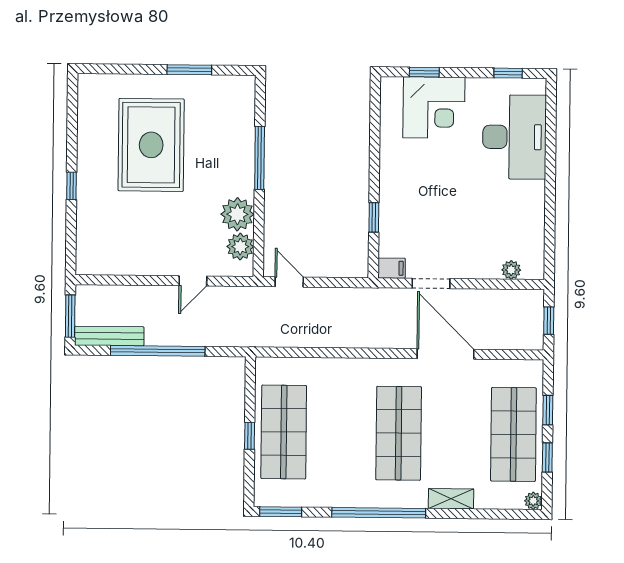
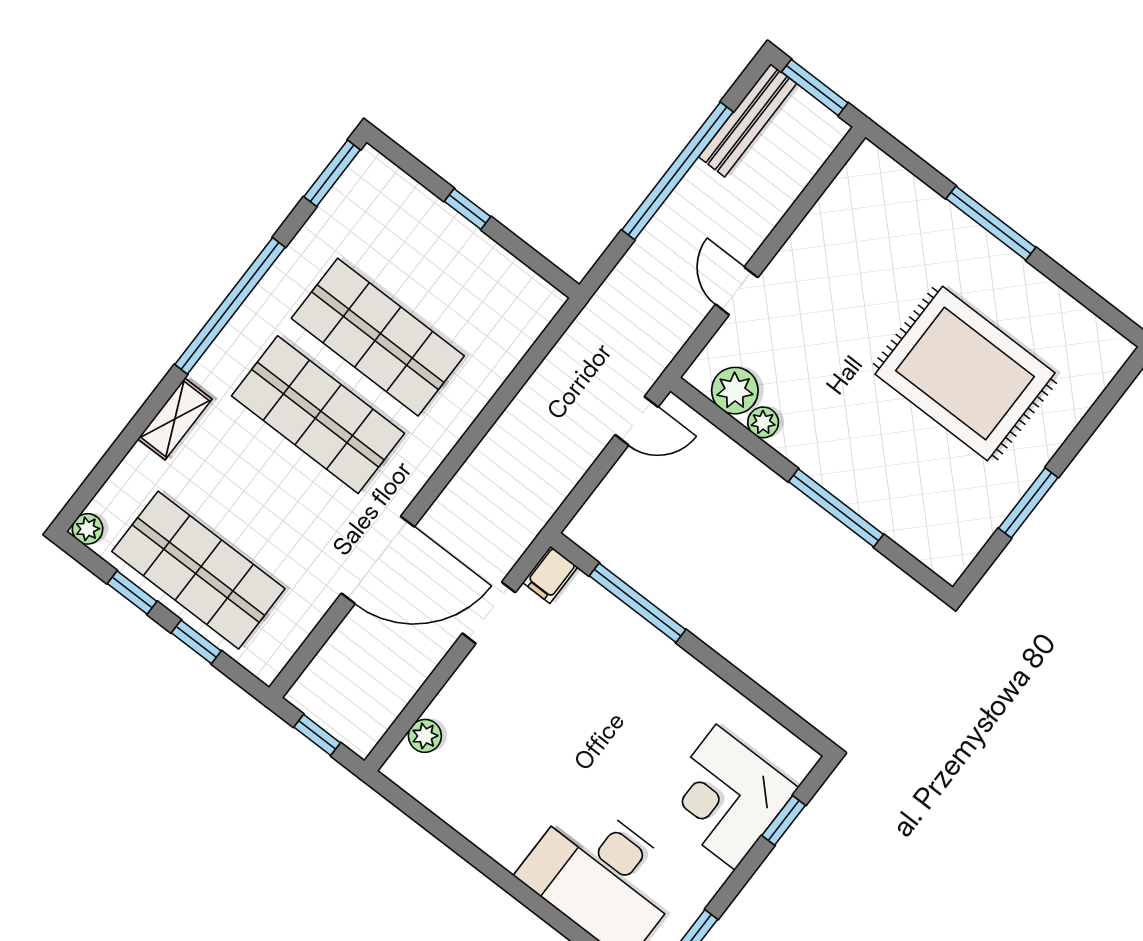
window: (72, 186) -> (991, 223), width x2.17
plant: (237, 214) -> (763, 422), width x0.53, depth x0.53
window: (374, 217) -> (638, 603), width x2.17
shop shelf: (284, 432) -> (378, 337), moved

